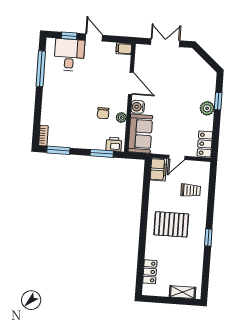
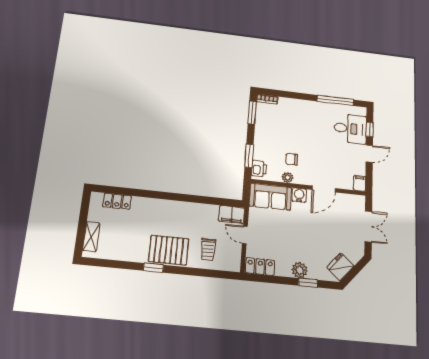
fridge: (203, 71) -> (340, 267), added
pallet: (171, 224) -> (169, 250), moved, turned 90

